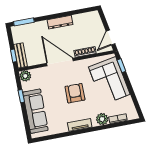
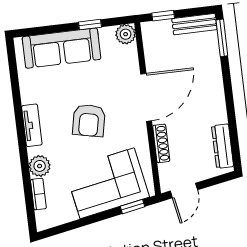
dresser: (60, 22) -> (223, 146), moved
door: (111, 37) -> (184, 190), swing flipped
bench: (21, 55) -> (194, 24), moved
armchair: (75, 93) -> (89, 120), turned 102

